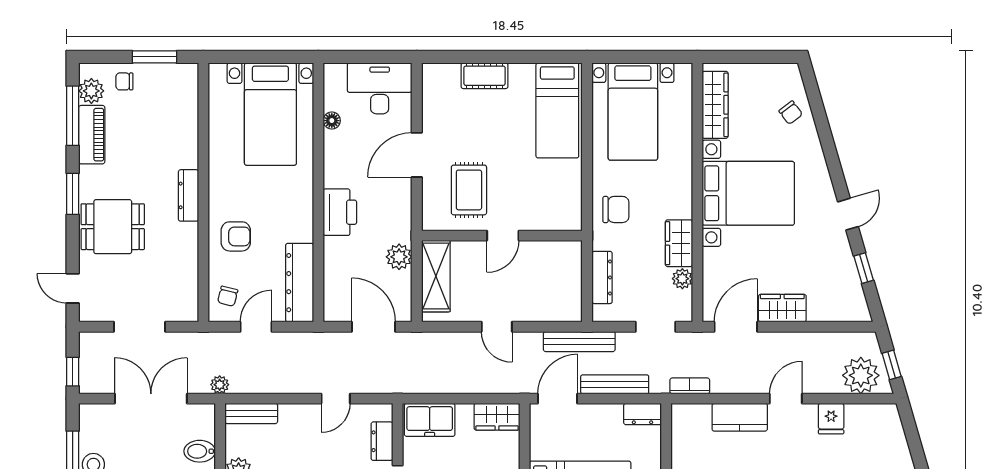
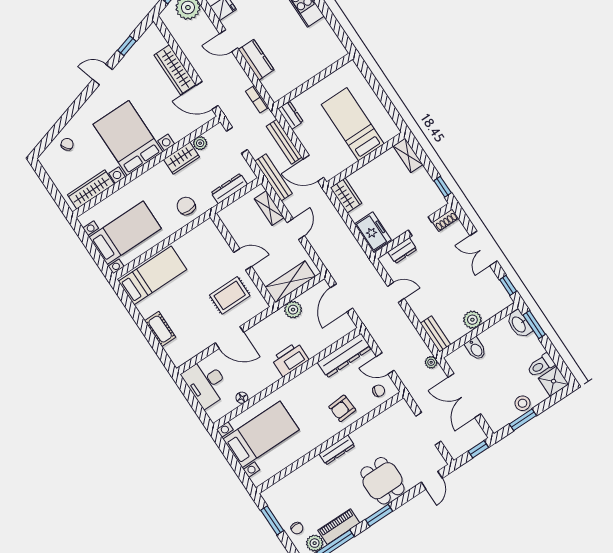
armchair: (236, 236) -> (342, 408), turned -94
wardrobe: (782, 308) -> (175, 70), width x1.50
shelving: (545, 311) -> (269, 208), added

